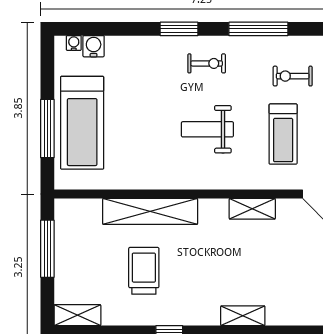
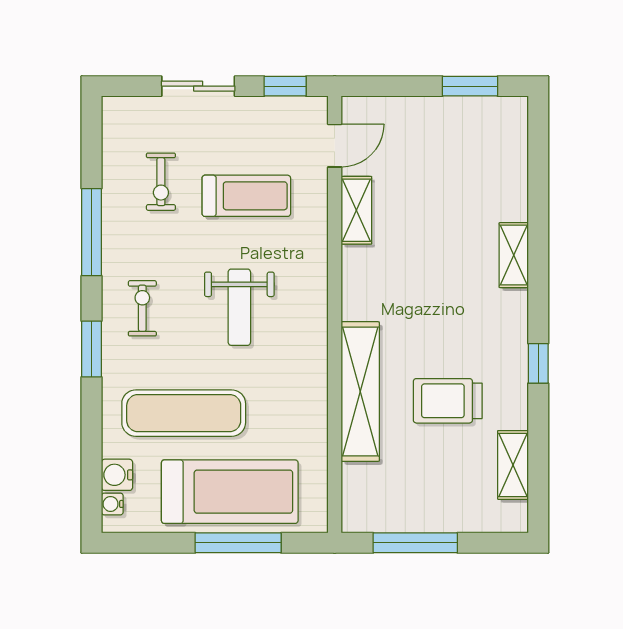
exercise mat: (135, 92) -> (184, 413), added
shelving: (252, 209) -> (356, 210), moved
shelving: (77, 315) -> (513, 465), moved

